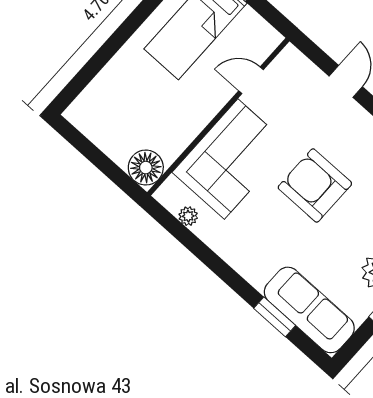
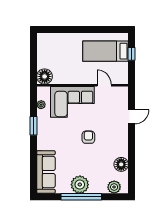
armchair: (315, 185) -> (88, 137), width x0.53, depth x0.53
window: (275, 317) -> (33, 126), moved

